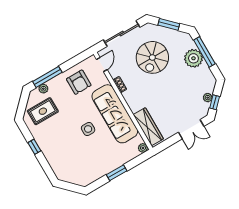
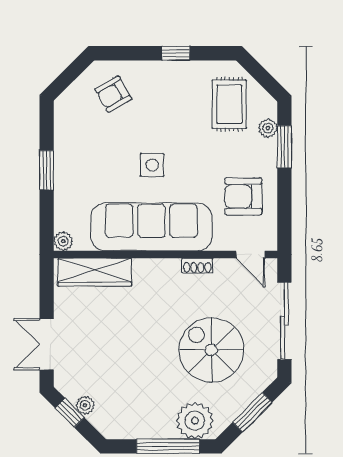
plant: (193, 58) -> (195, 421), moved
window: (47, 77) -> (284, 147), width x0.69
armchair: (68, 163) -> (113, 94), added

